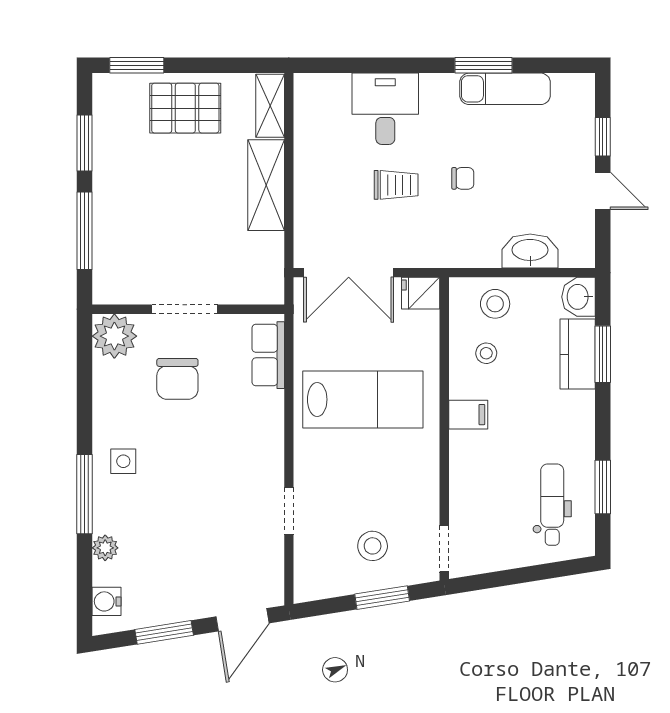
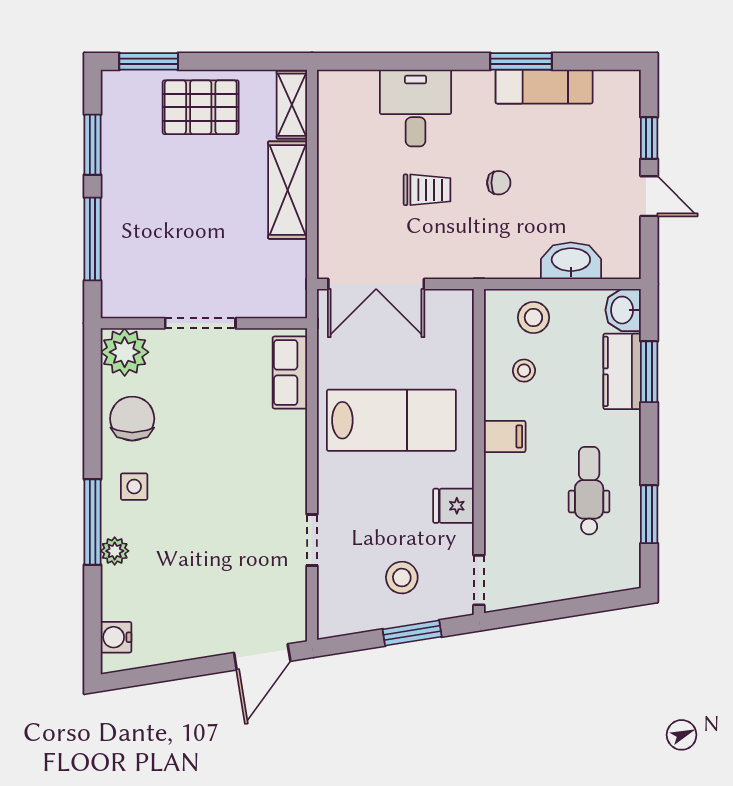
fridge: (421, 293) -> (454, 506), moved
chair: (177, 379) -> (132, 419), moved, turned 180
dental chair: (552, 505) -> (589, 491), moved
plant: (105, 548) -> (115, 551), moved
window: (164, 632) -> (178, 670), removed

